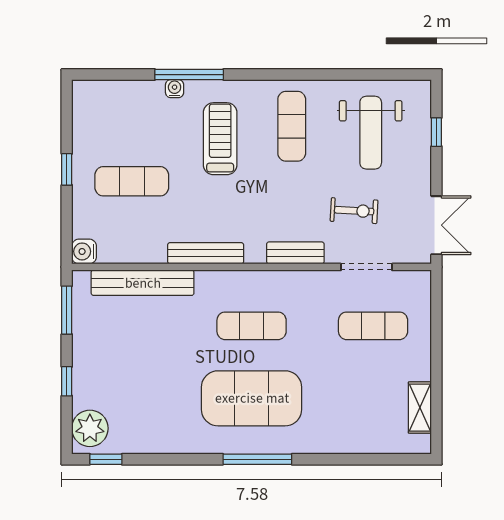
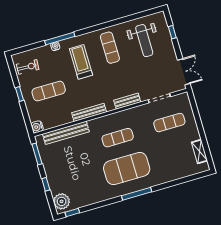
exercise bike: (354, 211) -> (28, 67), moved

